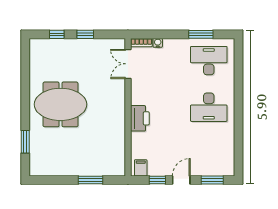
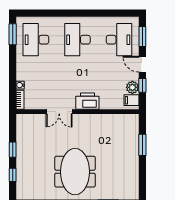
window: (201, 34) -> (13, 34), moved
double door: (128, 64) -> (59, 112), moved
desk: (209, 107) -> (77, 40), turned 180
desk: (209, 154) -> (119, 40), added
plant: (155, 169) -> (132, 87), added

